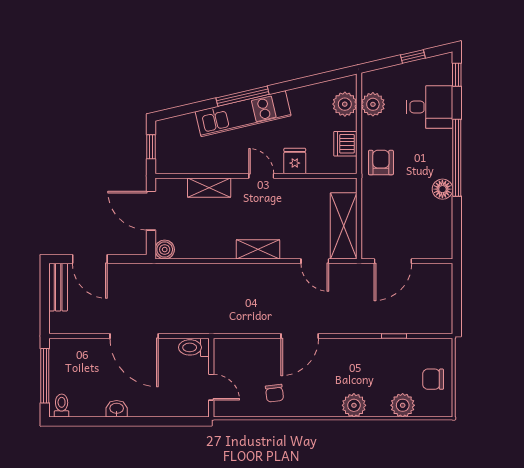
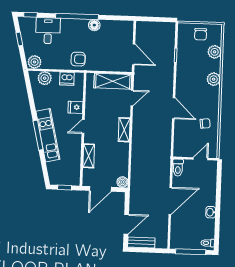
plant: (373, 104) -> (35, 62), moved
armchair: (381, 163) -> (78, 59), turned 180

